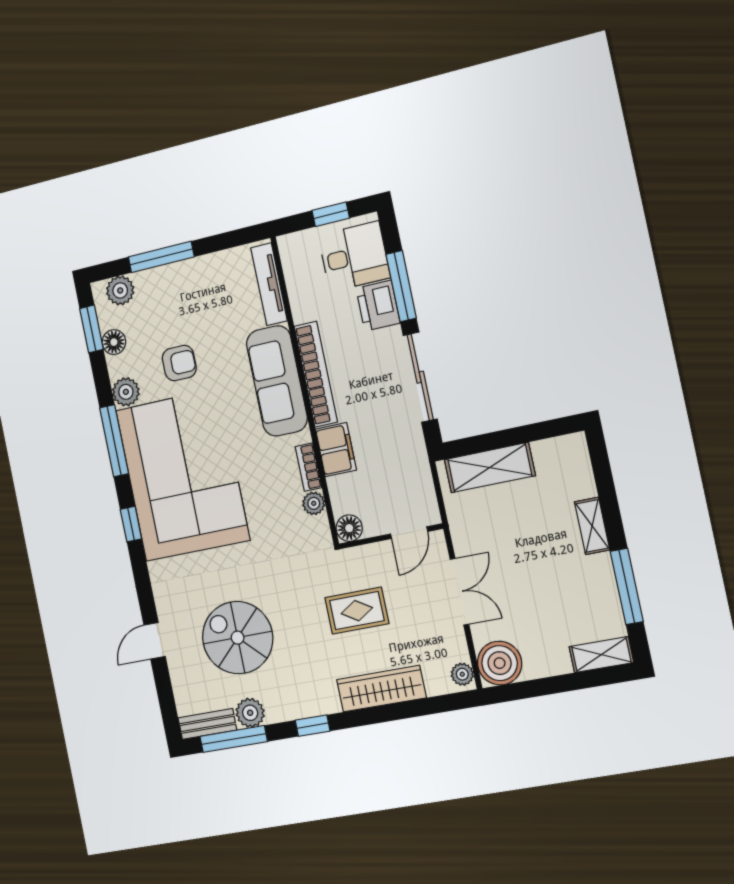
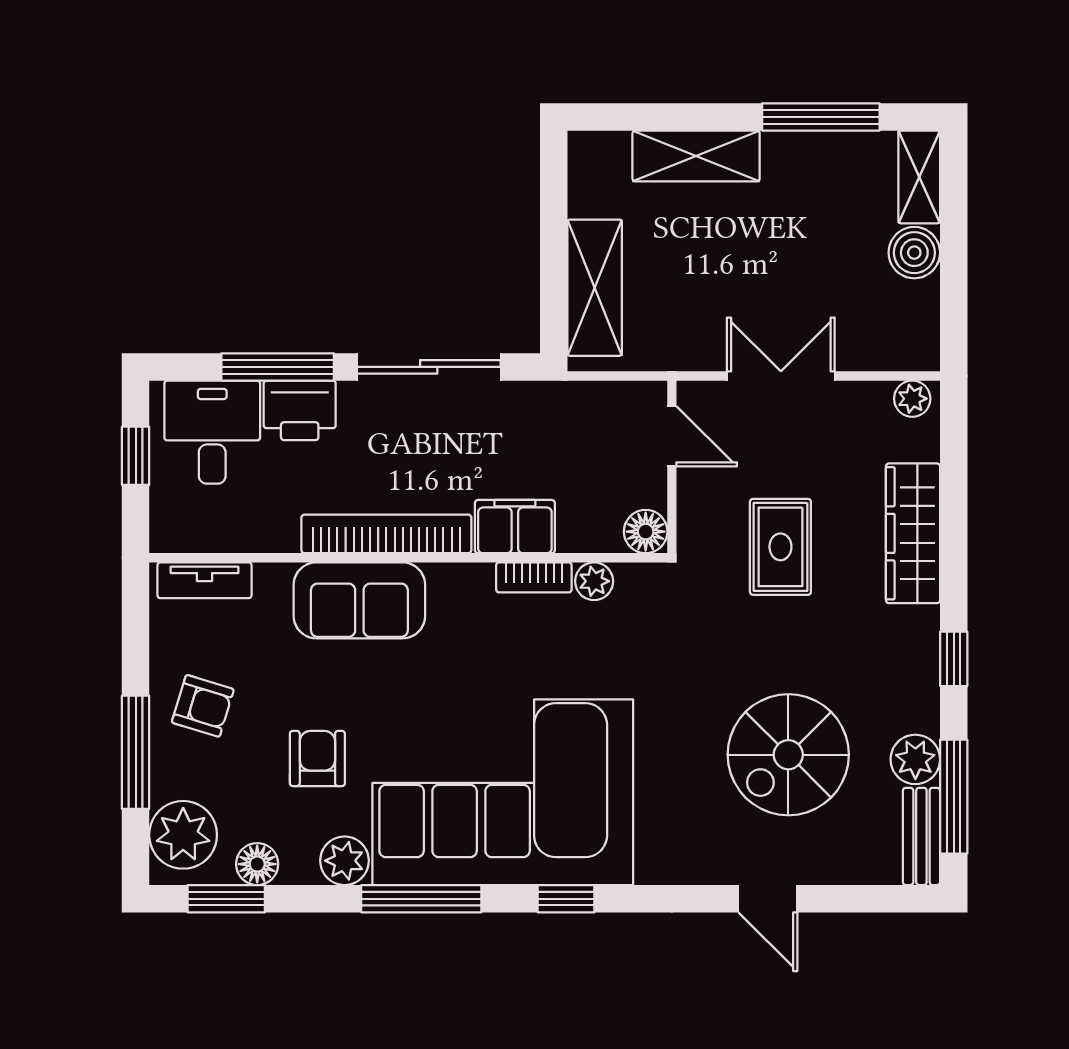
tv unit: (269, 284) -> (204, 580), width x0.71
armchair: (195, 289) -> (203, 706), added
plant: (120, 290) -> (183, 835), width x1.36, depth x1.36
sofa: (277, 381) -> (359, 600), width x0.73
shelving: (592, 526) -> (696, 156), width x1.50, depth x1.33
boiler: (500, 663) -> (914, 253), moved, width x0.73, depth x0.73

